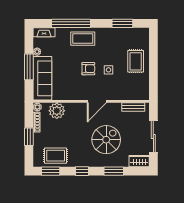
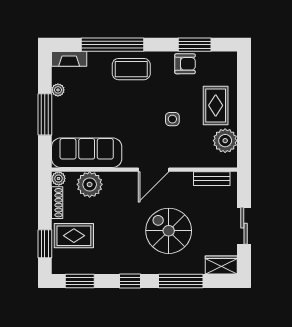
armchair: (88, 69) -> (185, 64), moved
sofa: (42, 78) -> (87, 153), moved, turned -90
plant: (142, 83) -> (225, 141), added
sliding door: (153, 136) -> (244, 226), width x0.73
window: (29, 137) -> (45, 244), moved
spiral stairs: (106, 140) -> (169, 231), turned -90
rug: (56, 156) -> (74, 236), moved
window: (114, 171) -> (181, 281), width x1.44

